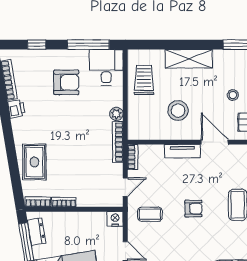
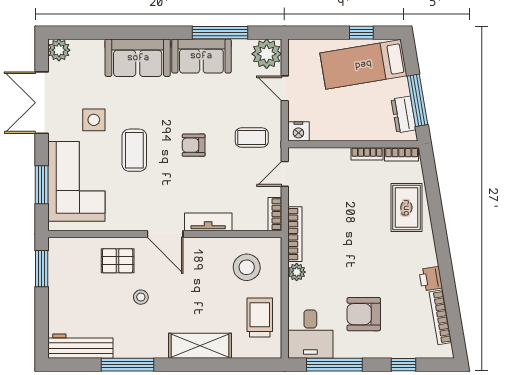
trolley: (144, 80) -> (260, 317), turned 180
stool: (178, 111) -> (247, 267), moved

